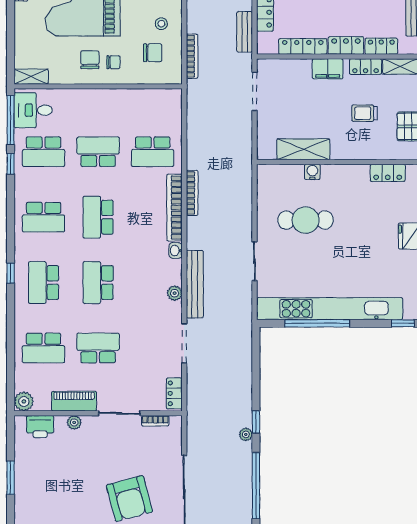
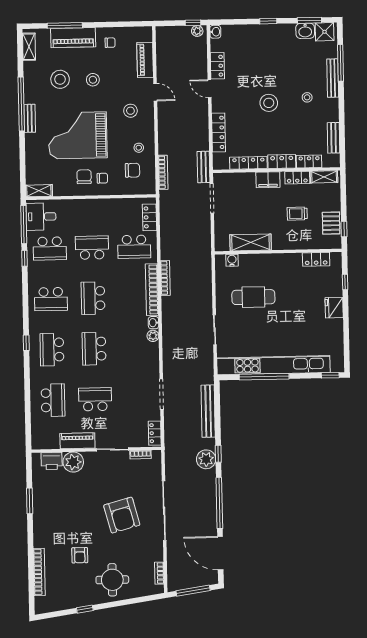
bench: (245, 32) -> (204, 167), moved
locker: (173, 114) -> (150, 217), added
water cooler: (312, 172) -> (232, 260), moved
bench: (195, 284) -> (208, 411), moved
plant: (175, 293) -> (153, 336), moved
school desk: (44, 348) -> (53, 400), turned -90
plant: (24, 401) -> (39, 442), removed
plant: (74, 422) -> (73, 462), width x1.87, depth x1.87
plant: (246, 434) -> (206, 459), width x1.88, depth x1.88

